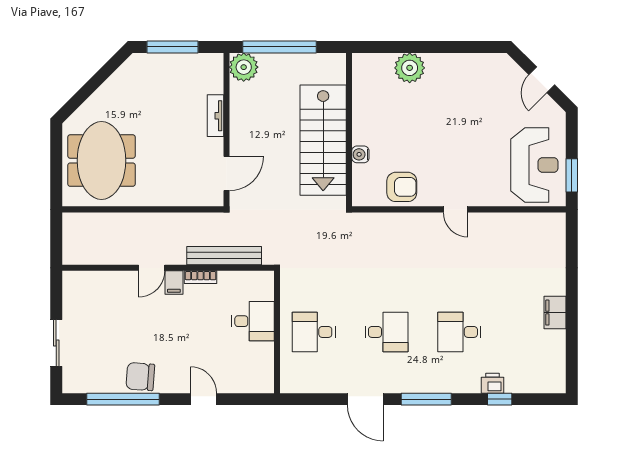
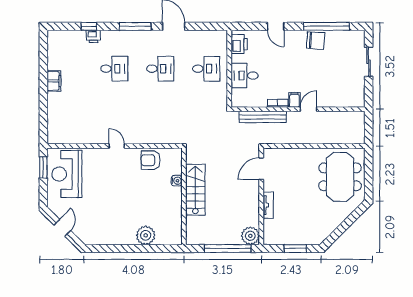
window: (173, 47) -> (295, 249), width x0.69
stairs: (323, 140) -> (195, 190), width x0.73, depth x0.66
desk: (387, 332) -> (160, 69), turned 180
printer: (261, 371) -> (239, 44), added

